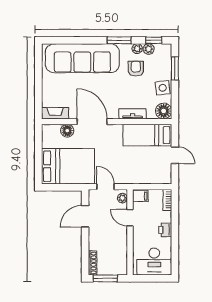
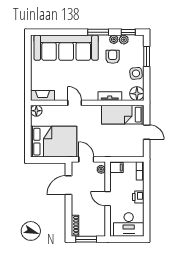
door: (92, 122) -> (75, 103), width x0.53
floor lamp: (67, 131) -> (36, 111), moved
door: (130, 218) -> (108, 199), moved

